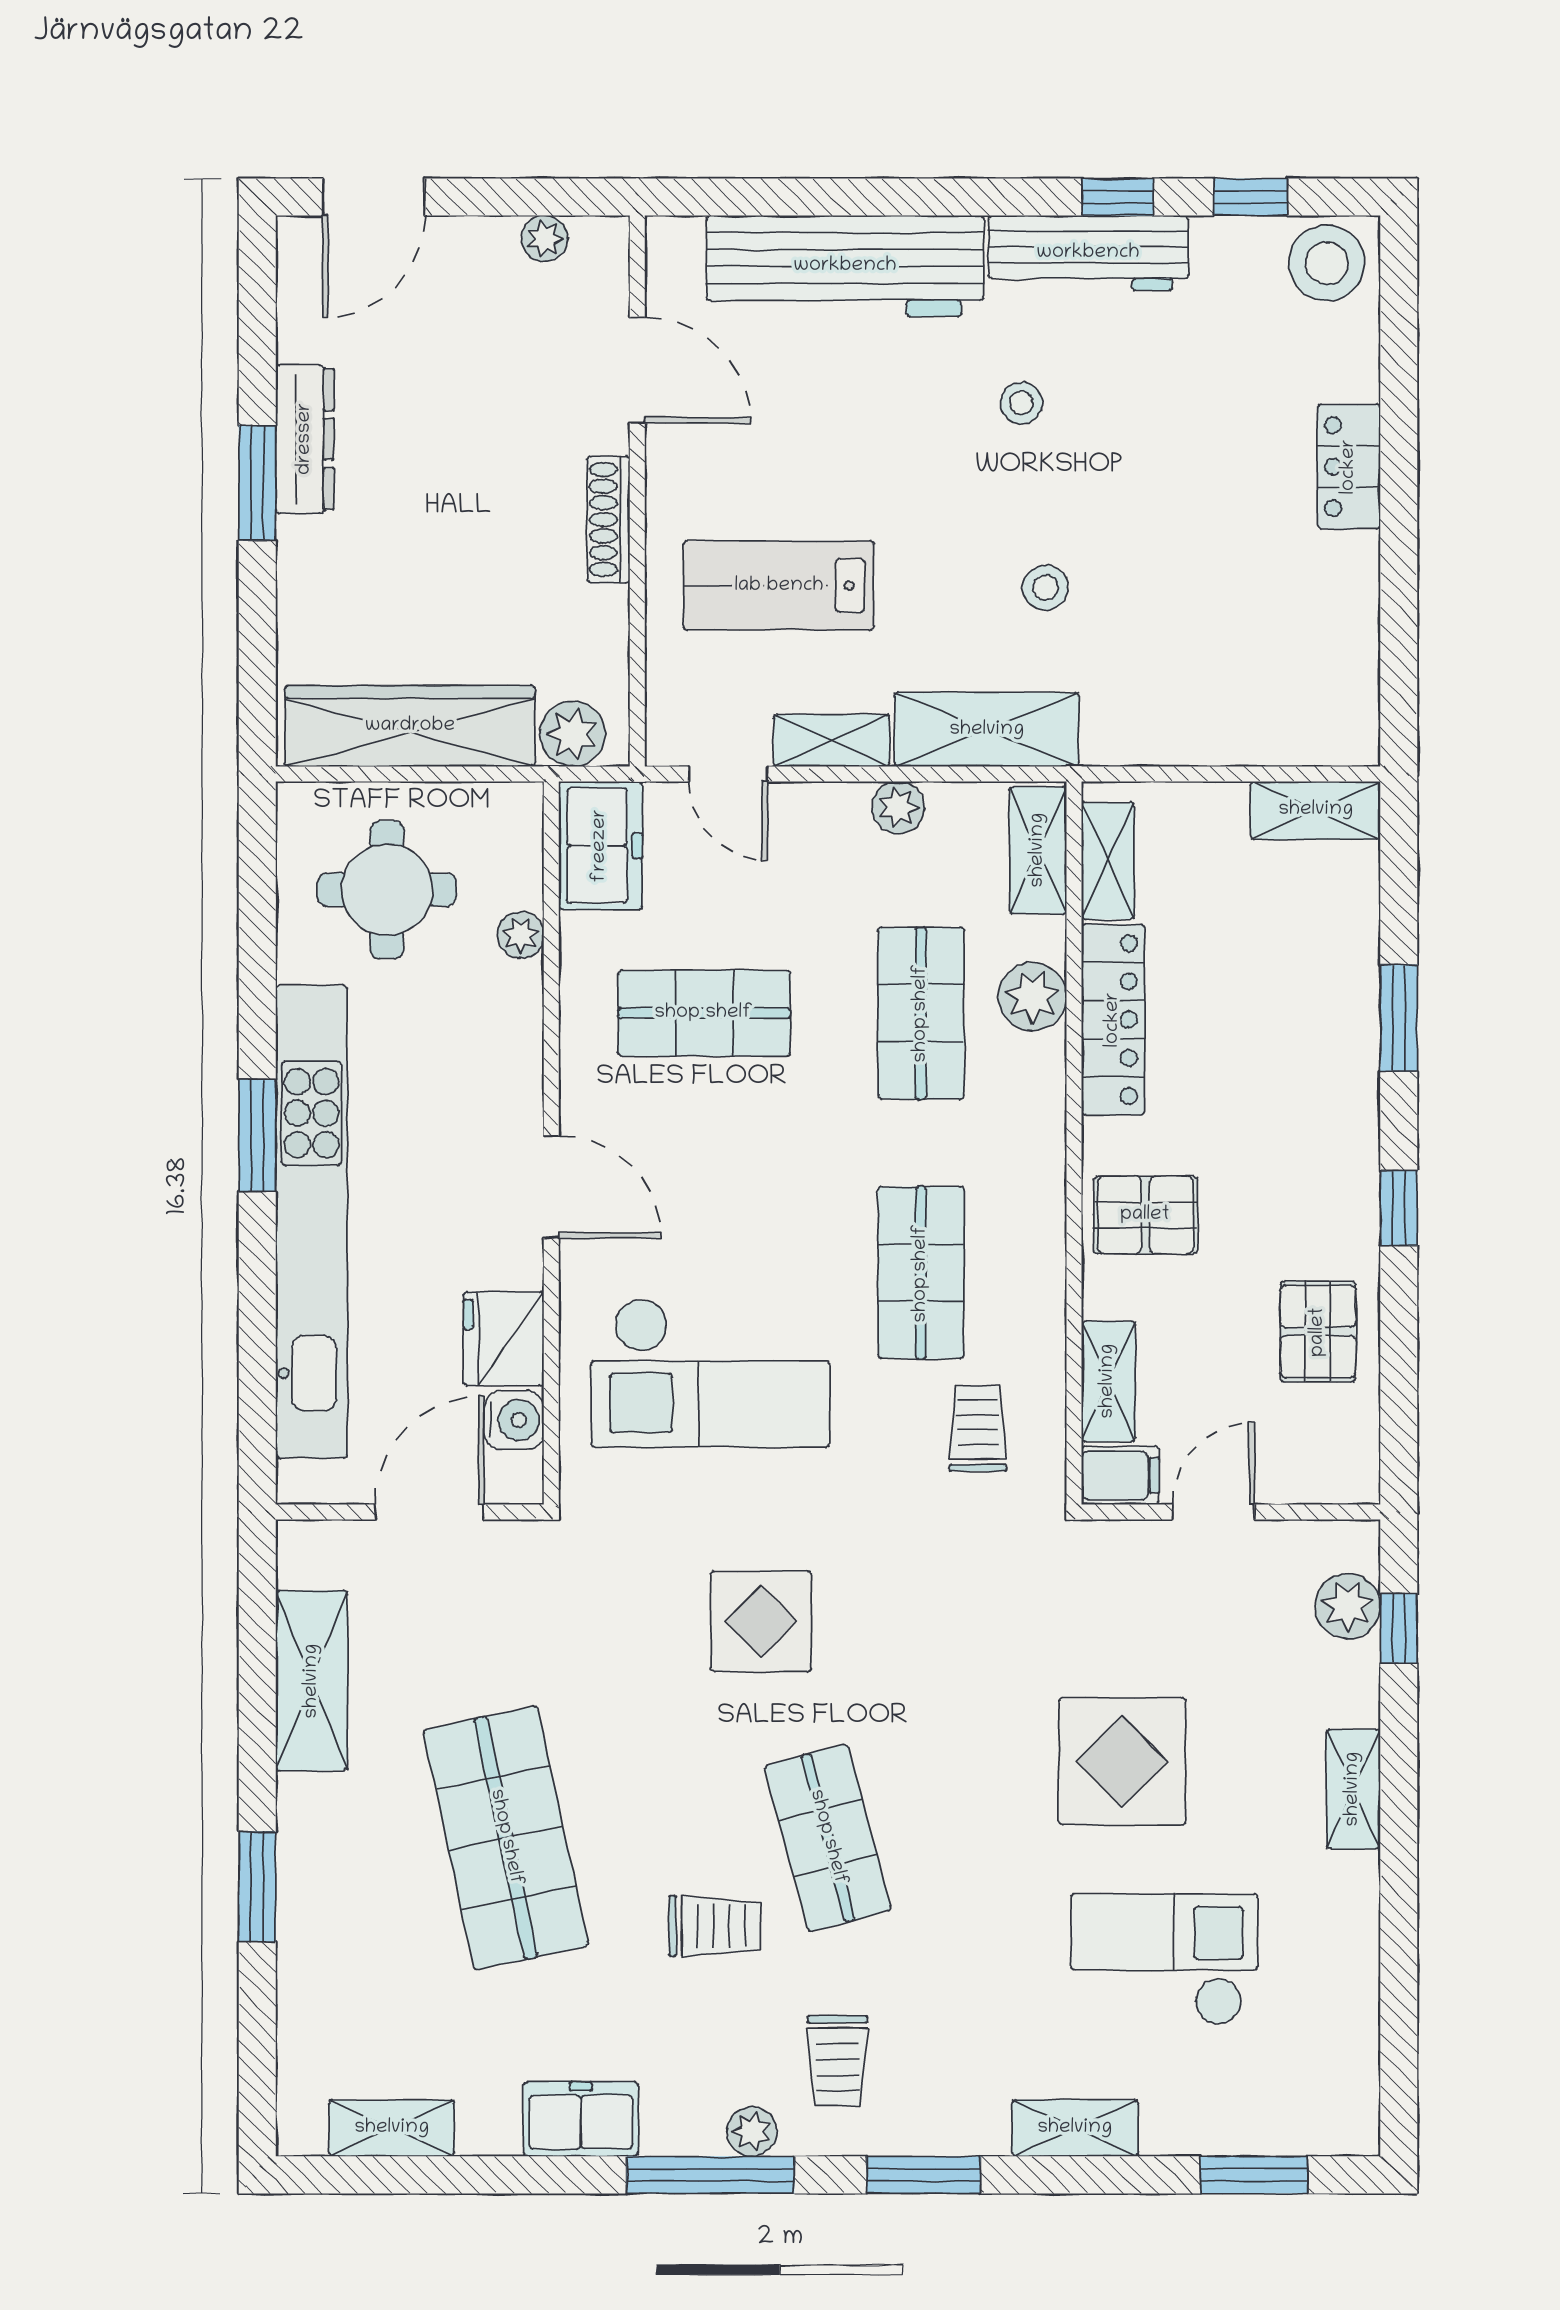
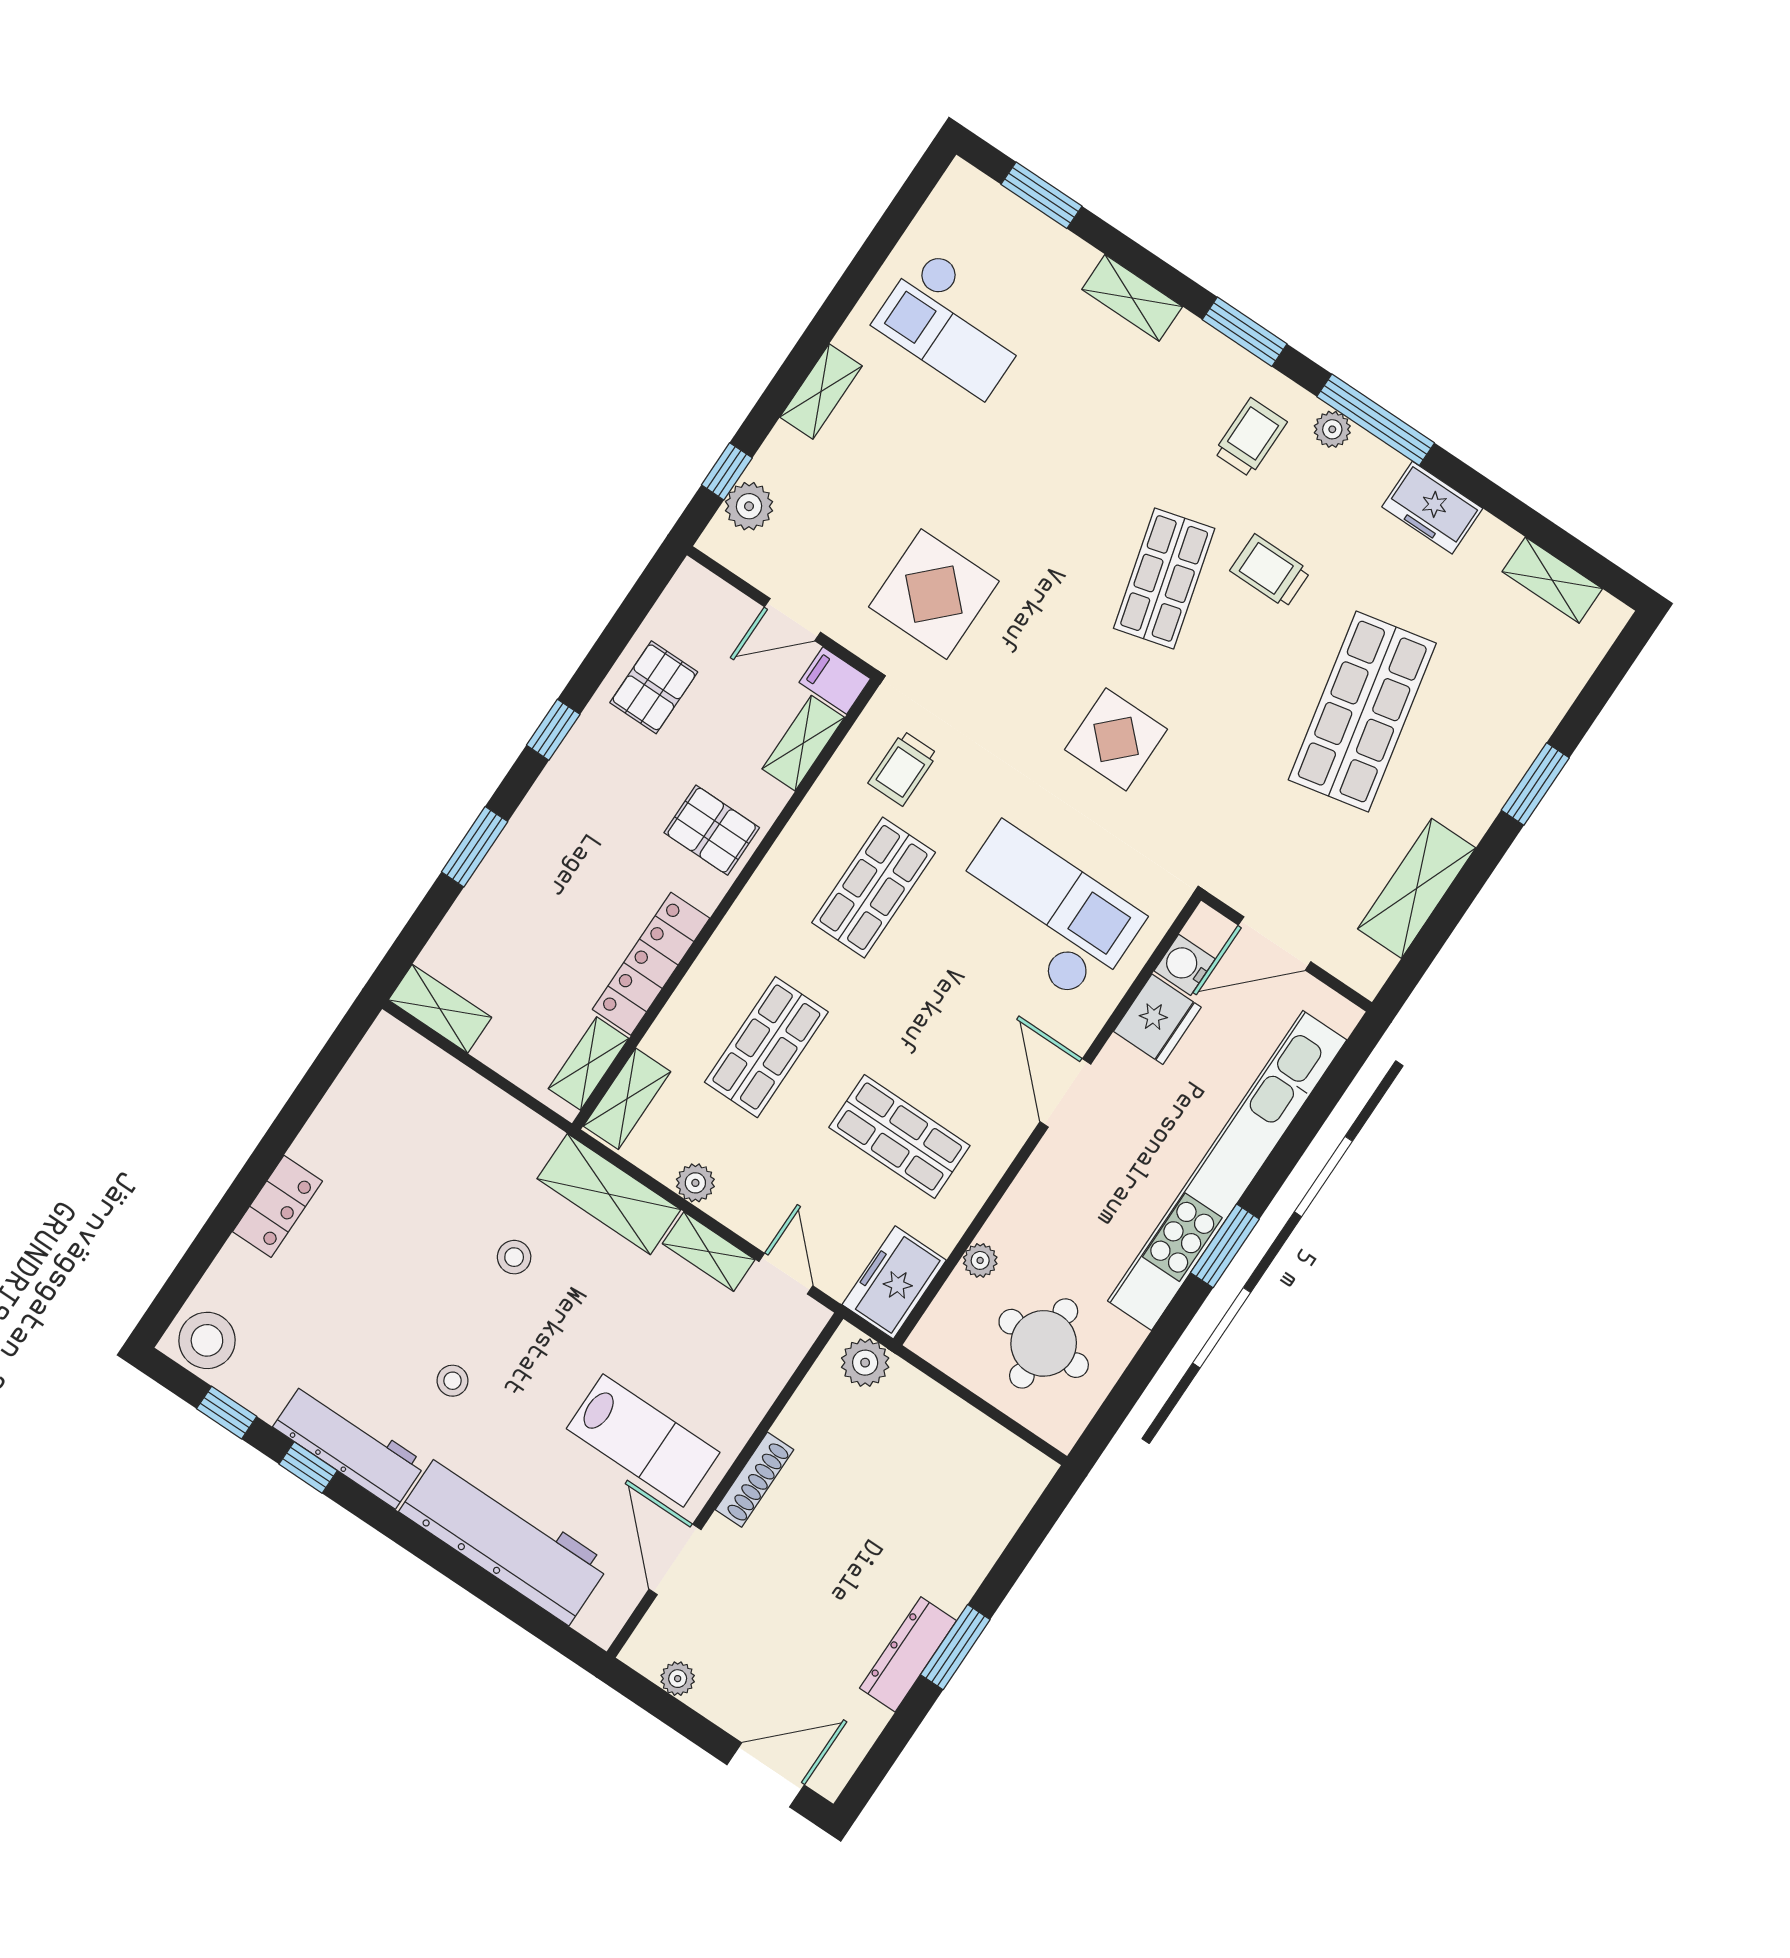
lab bench: (779, 586) -> (643, 1441), moved
wardrobe: (410, 726) -> (962, 1435), removed
plant: (1032, 997) -> (691, 1011), removed
display table: (1122, 1761) -> (934, 594), moved
checkout: (1164, 1959) -> (954, 323), moved

